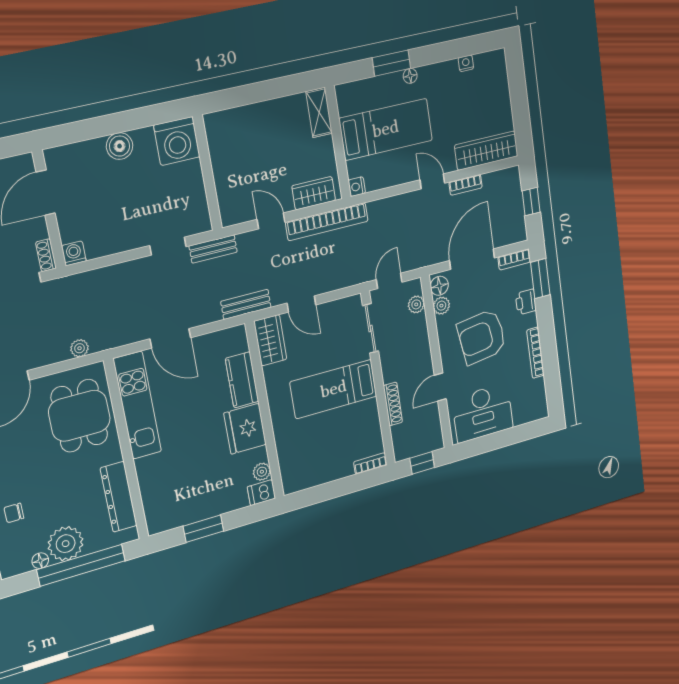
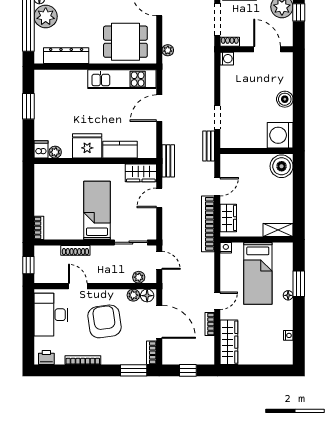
boiler: (224, 128) -> (282, 166), added
printer: (526, 302) -> (46, 357), moved

